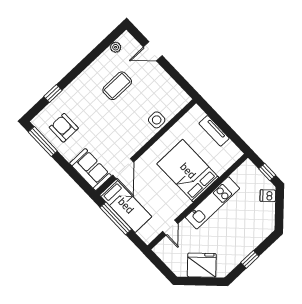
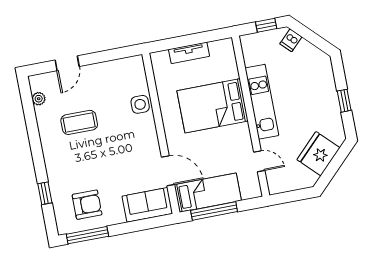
coffee table: (117, 86) -> (79, 122), turned 90
armchair: (64, 128) -> (87, 205), turned 180

